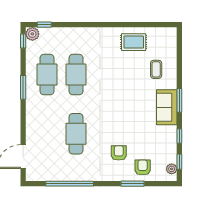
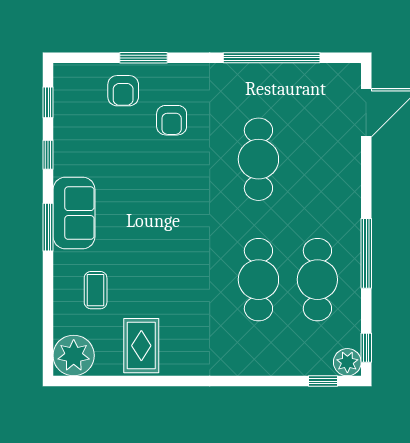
rug: (134, 42) -> (141, 346), turned 90
window: (23, 87) -> (366, 253), width x1.44
plant: (172, 169) -> (74, 355), moved, width x1.87, depth x1.87

